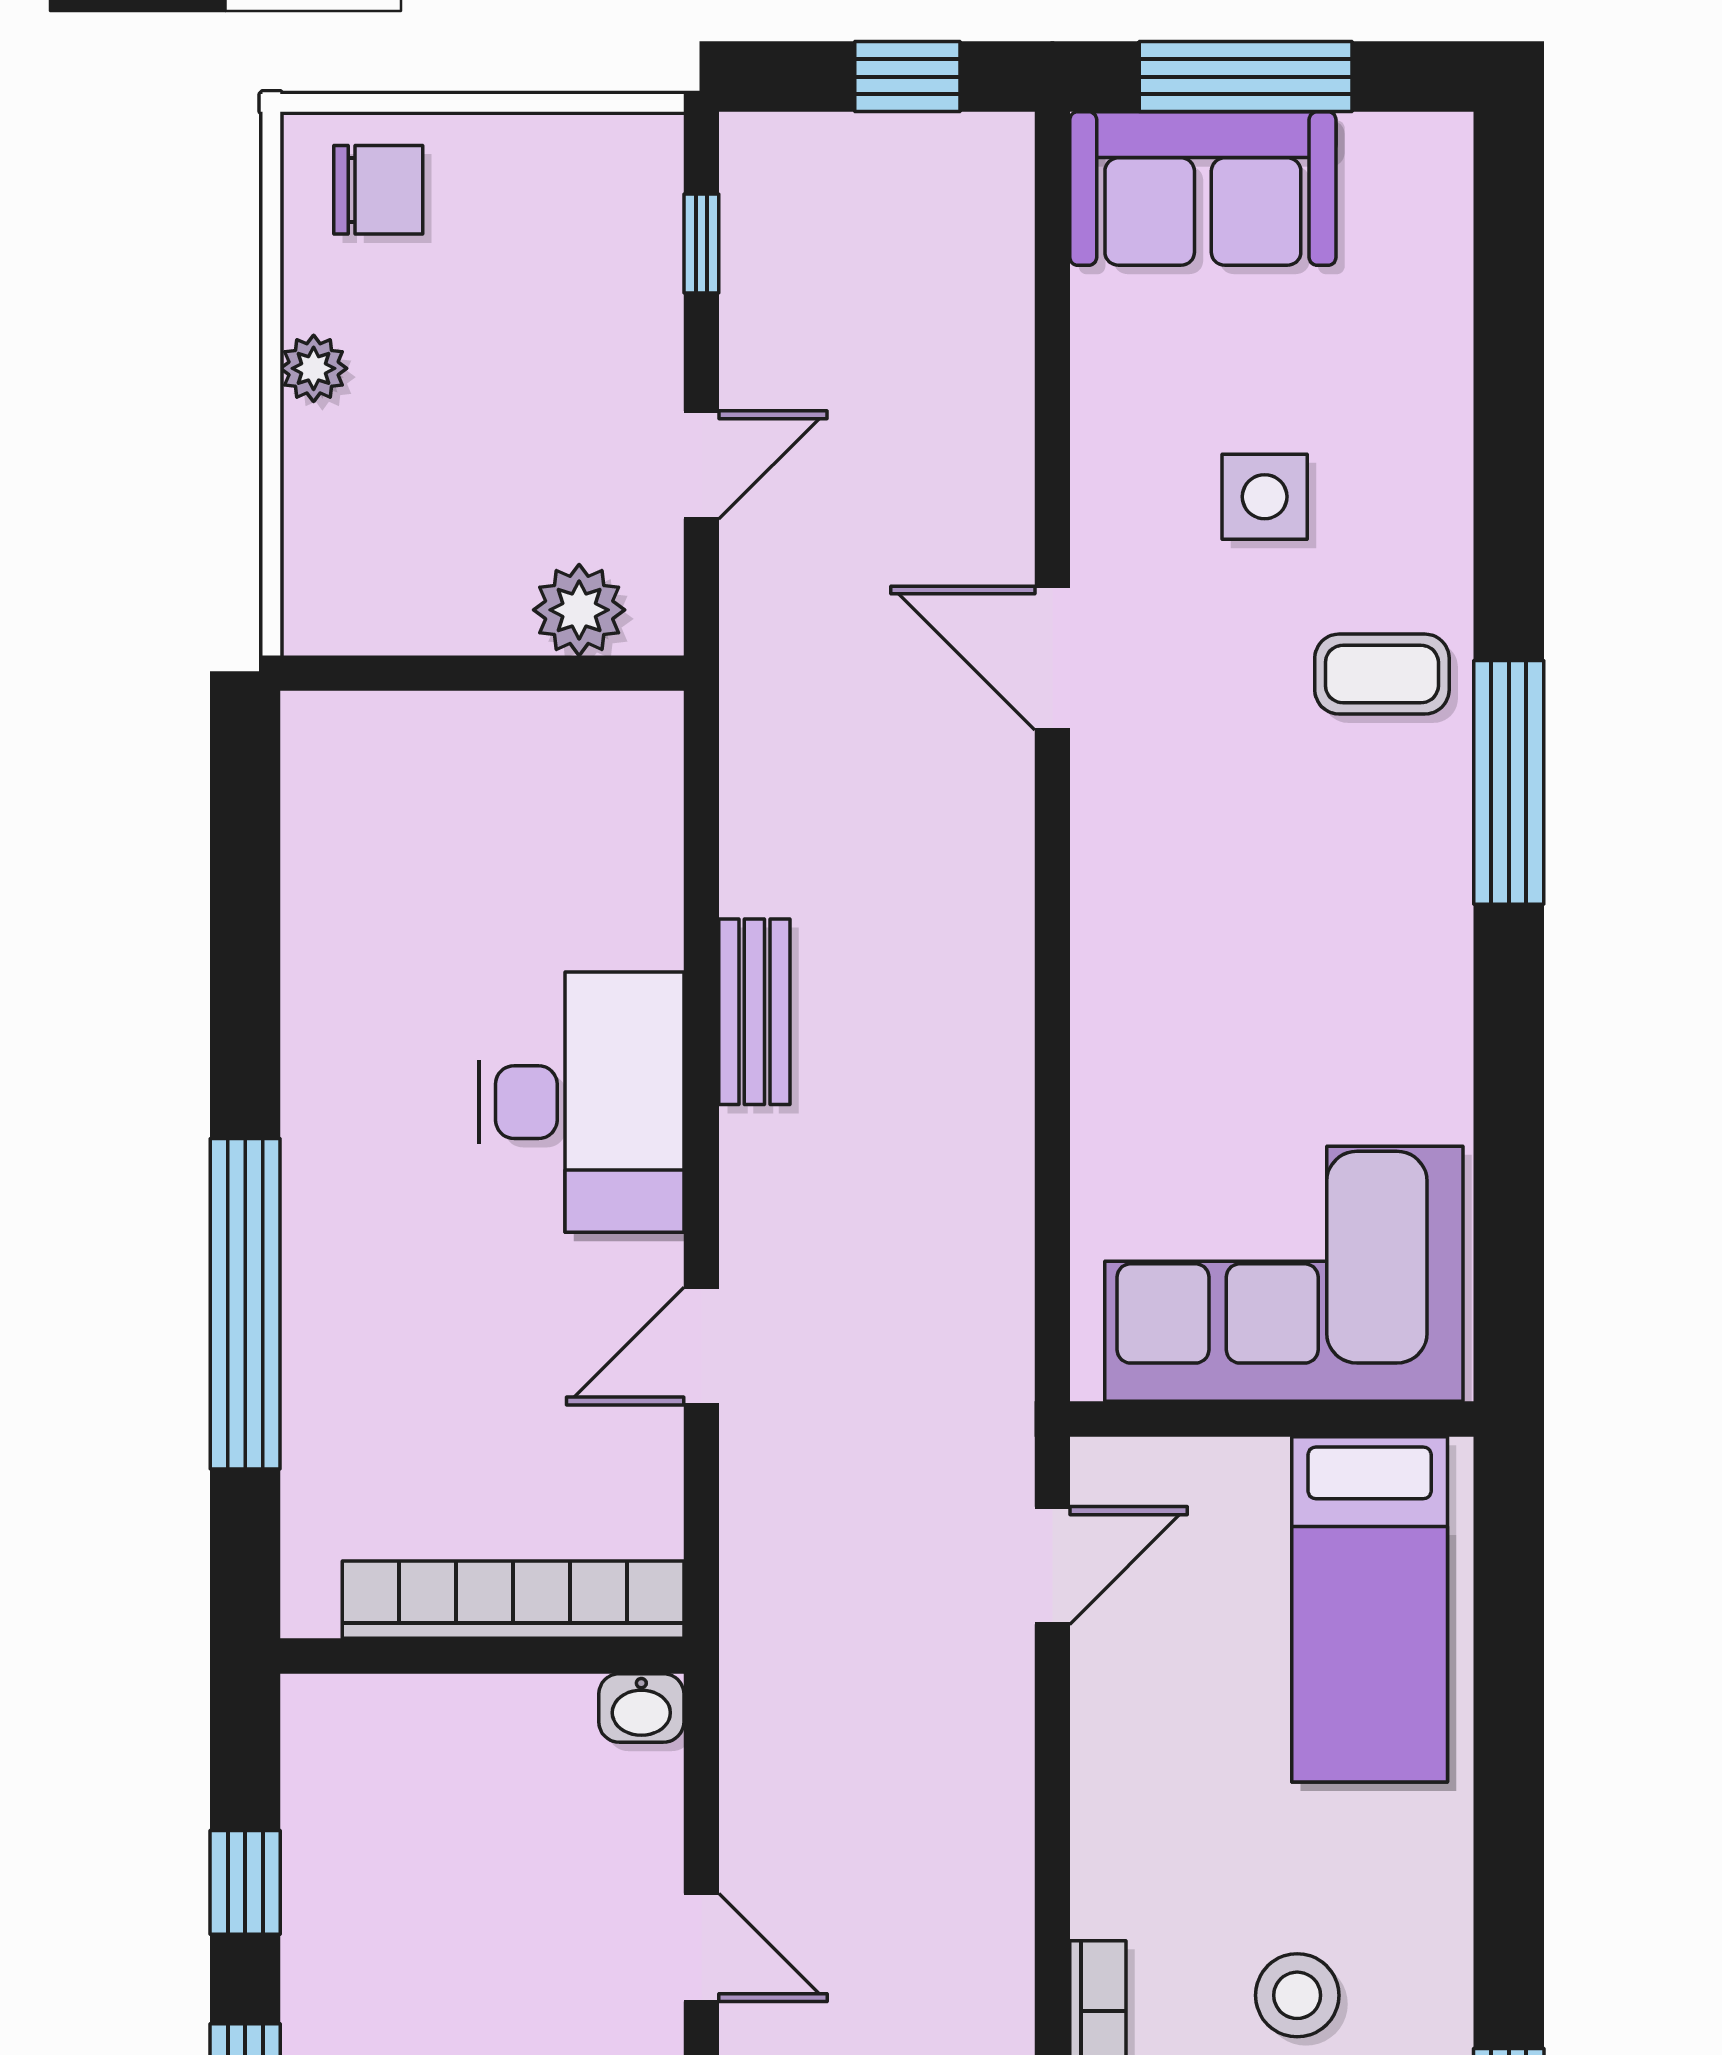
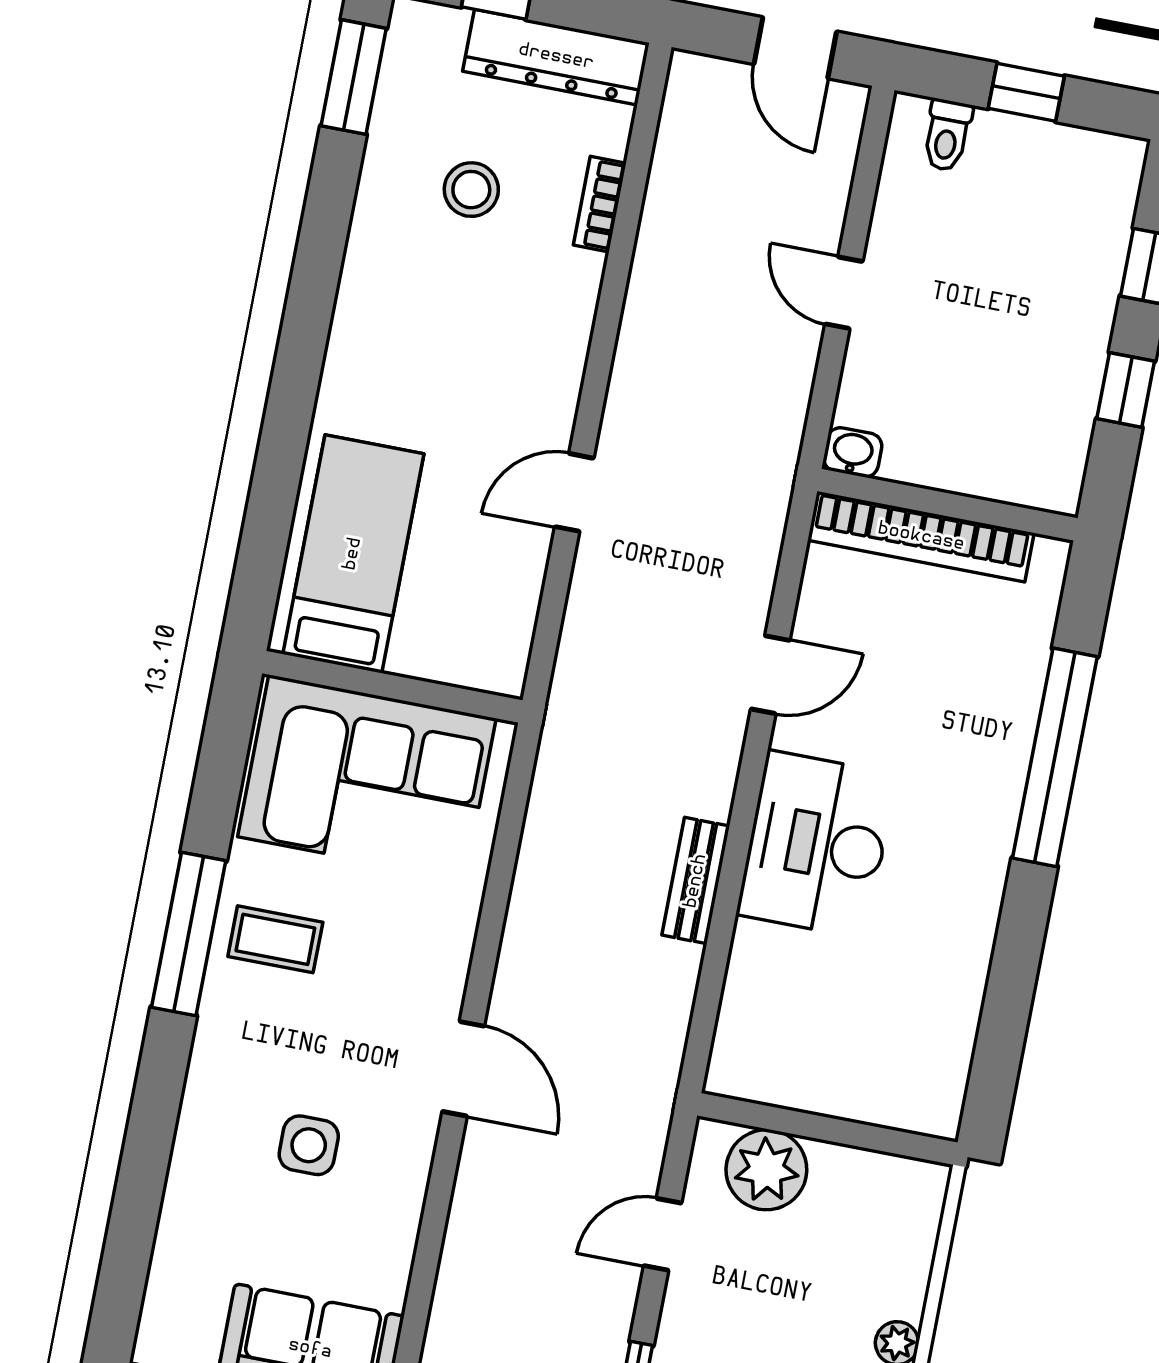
plant: (579, 610) -> (766, 1170), width x1.36, depth x1.36
coffee table: (1382, 674) -> (275, 939), moved
corner sofa: (1284, 1274) -> (367, 778), moved
wall: (1272, 1419) -> (392, 687), moved
bed: (1370, 1609) -> (353, 554), moved

